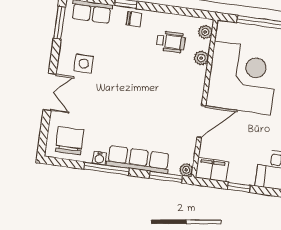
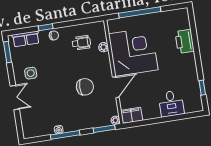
plant: (205, 32) -> (101, 30), removed
chair: (70, 141) -> (85, 87), moved, turned 90
row of seats: (138, 160) -> (83, 123), removed
window: (239, 187) -> (152, 121), removed

